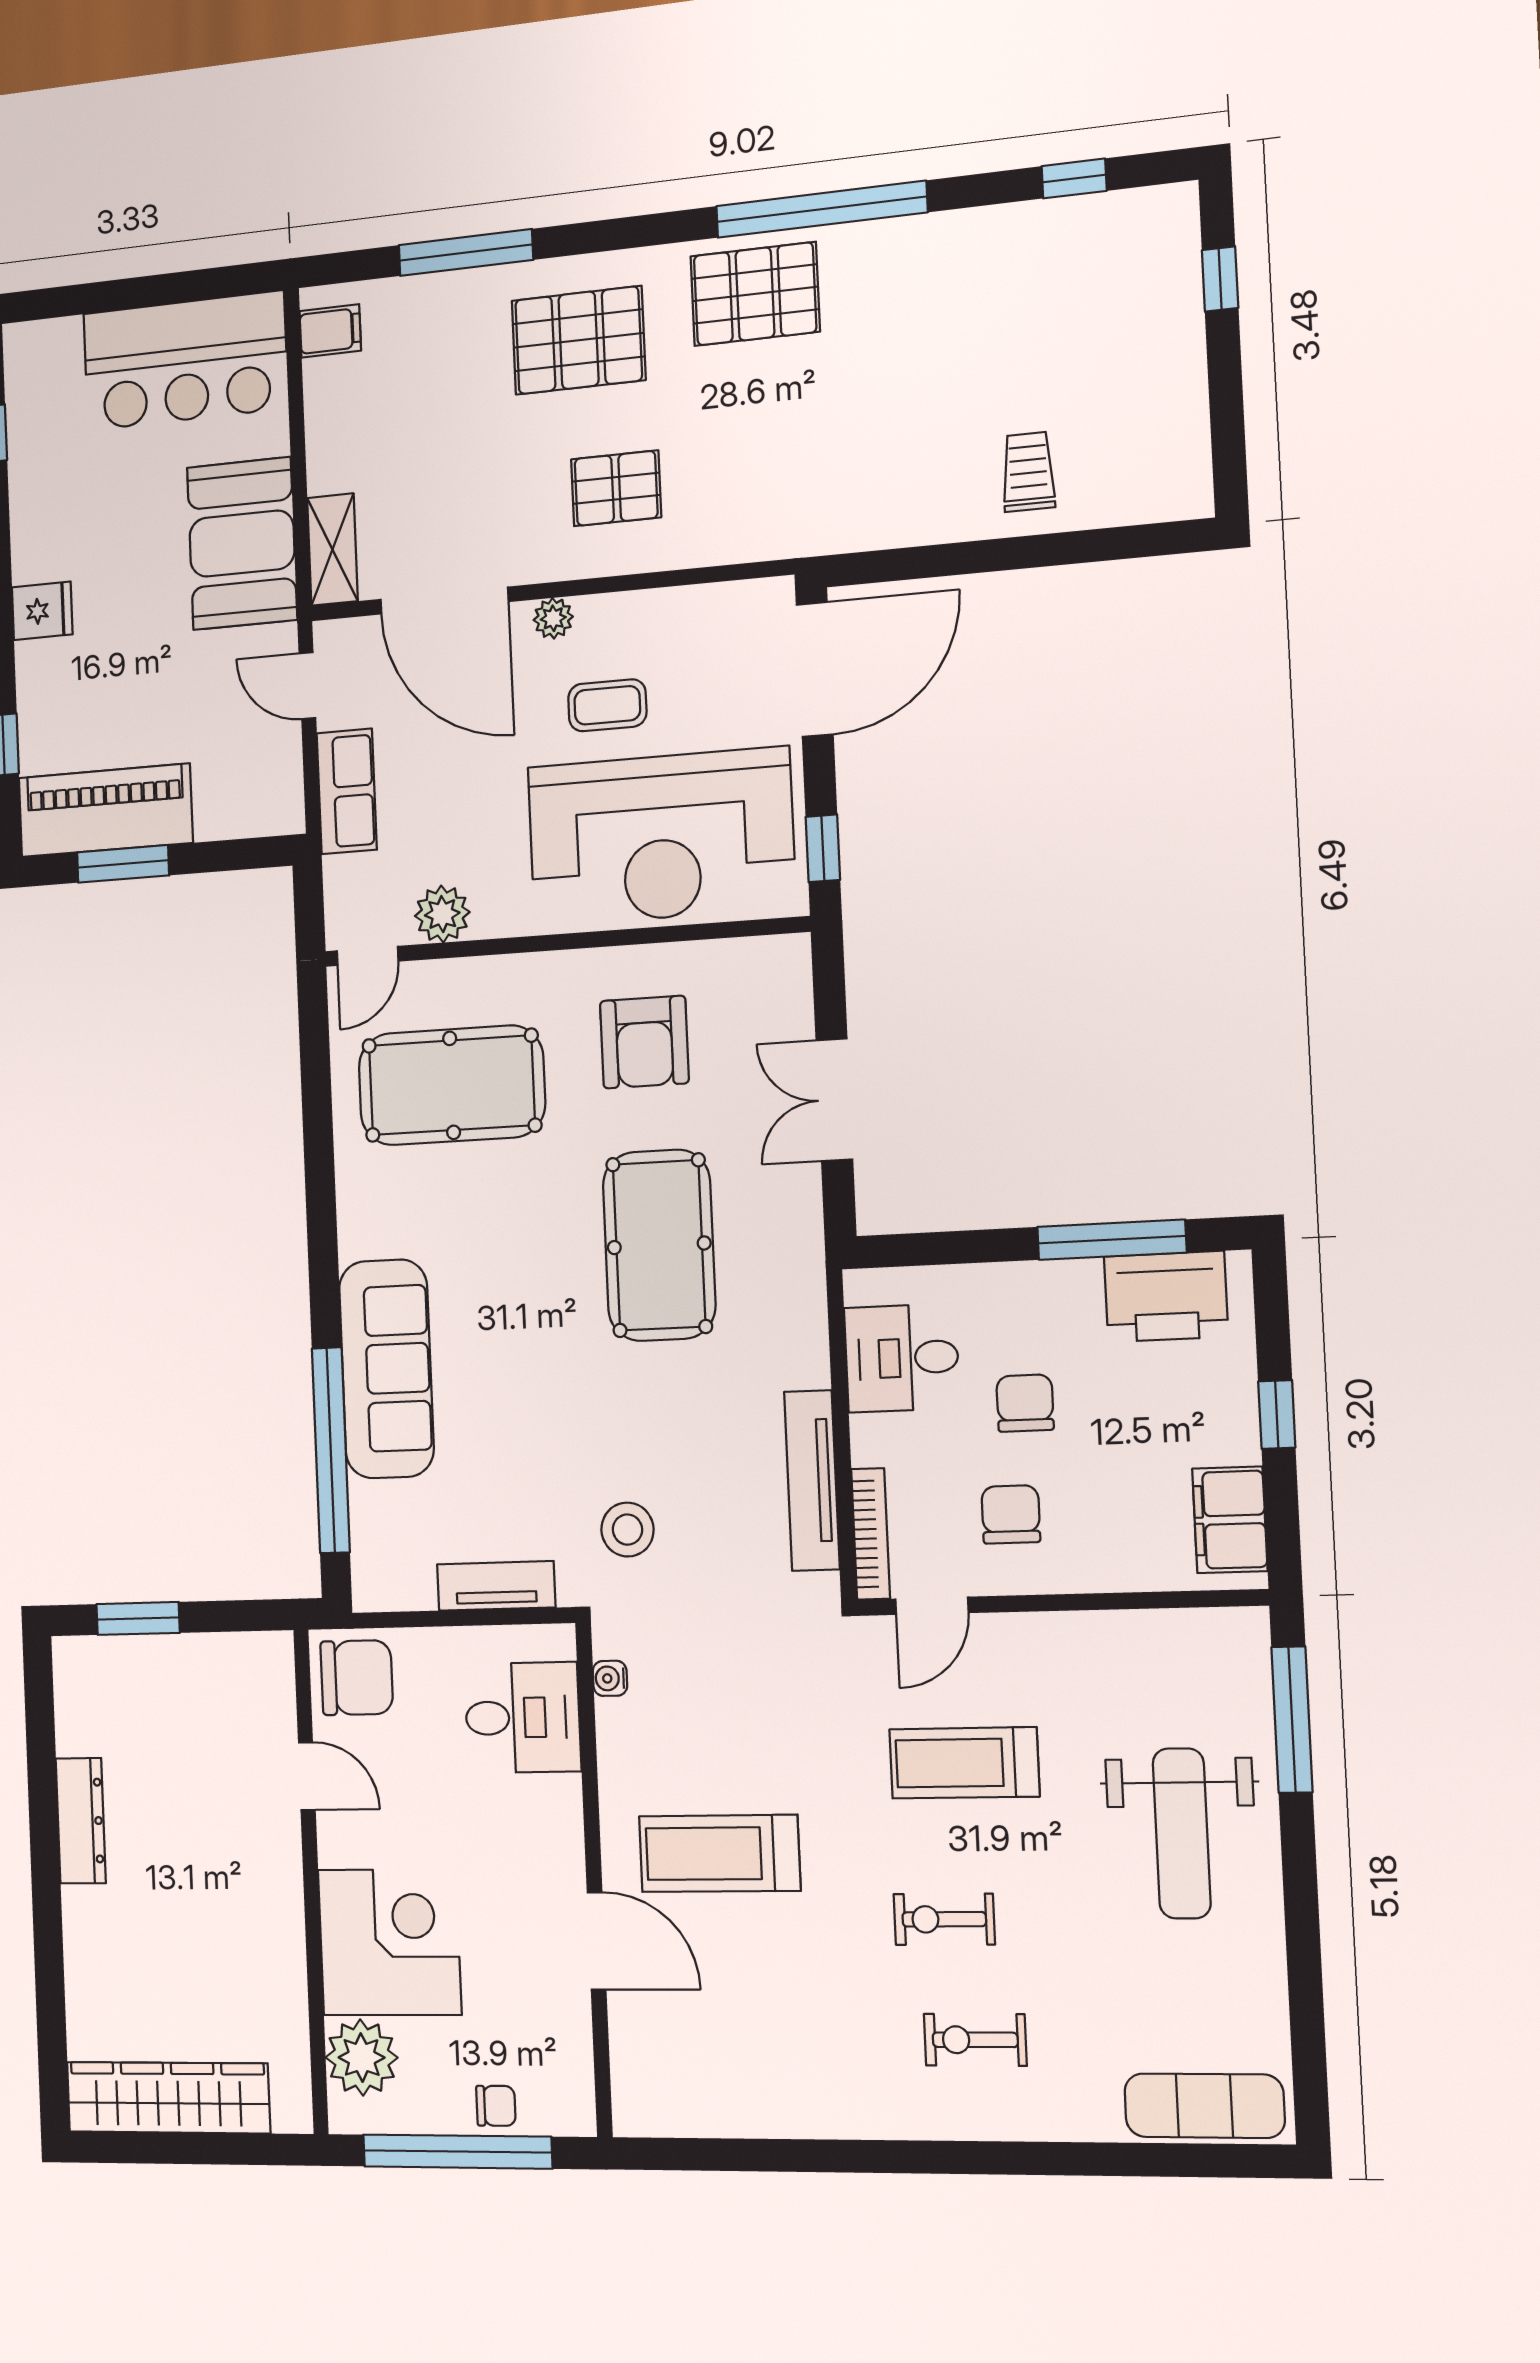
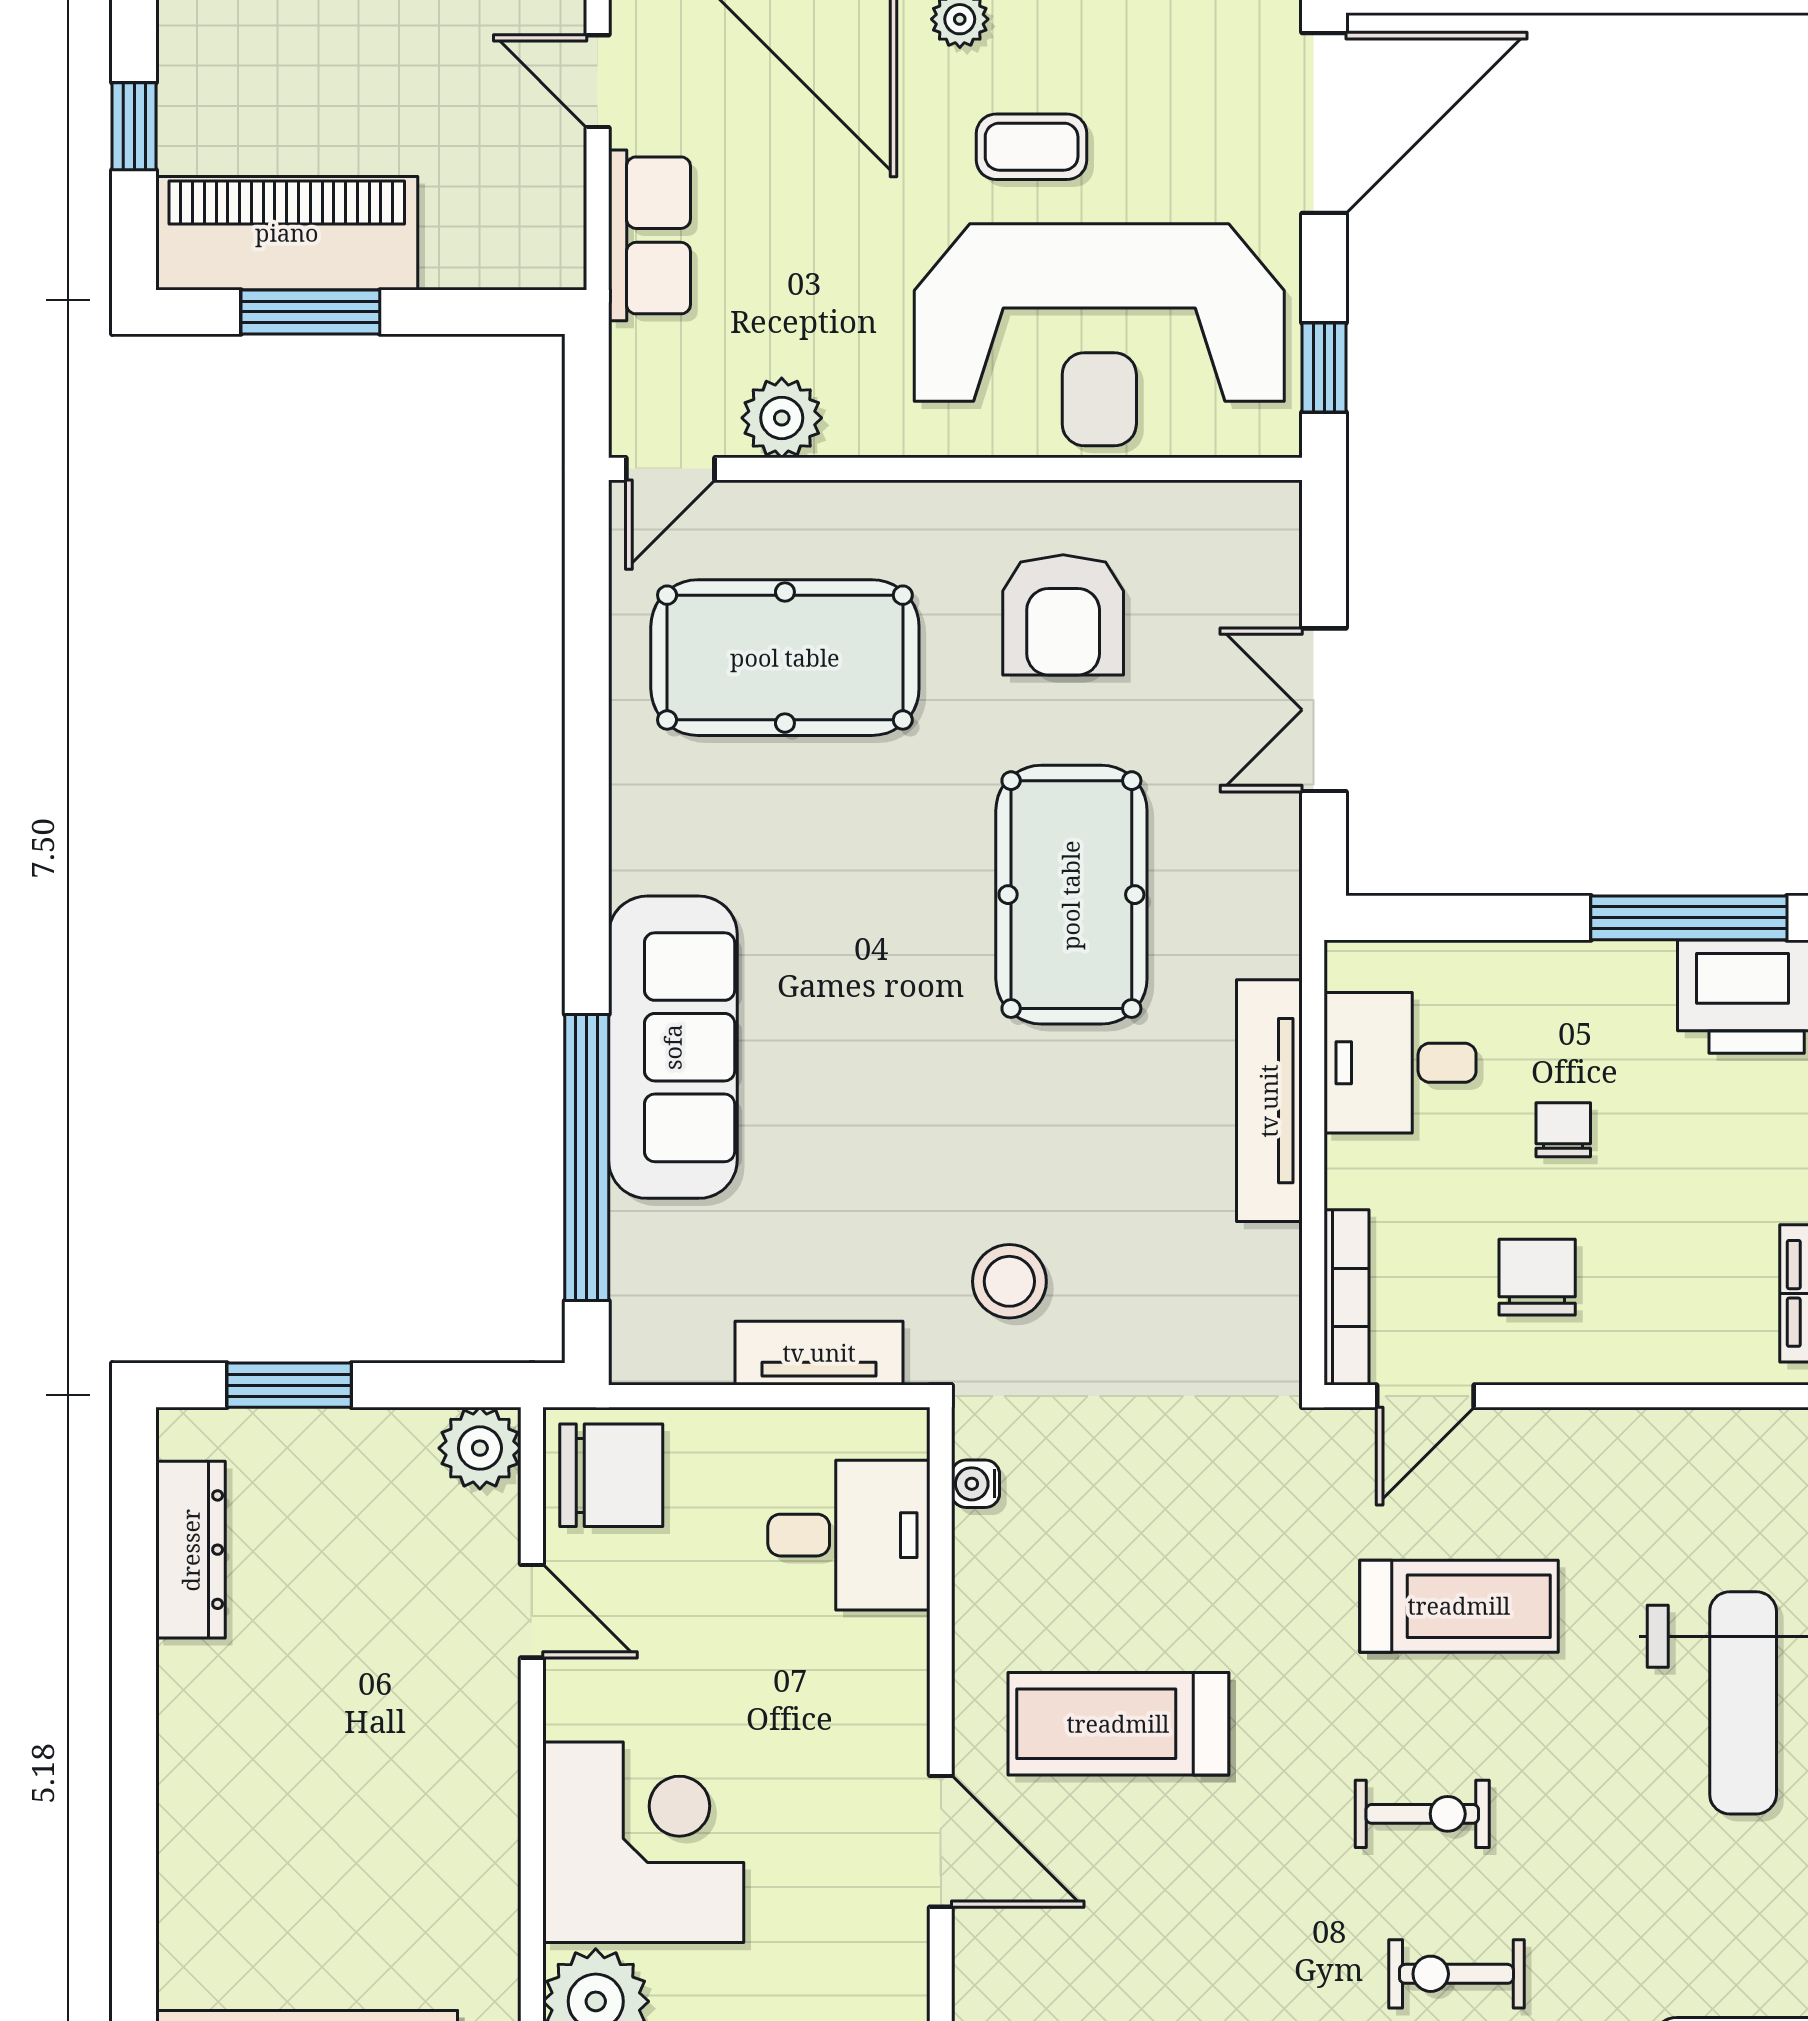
chair: (1025, 1403) -> (1563, 1130), width x0.73, depth x0.73
tv unit: (812, 1481) -> (1269, 1101), moved
plant: (267, 1660) -> (480, 1448), added
treadmill: (964, 1763) -> (1459, 1606), turned 180
dresser: (81, 1821) -> (191, 1550), moved
exercise bike: (944, 1919) -> (1422, 1814), turned 180

